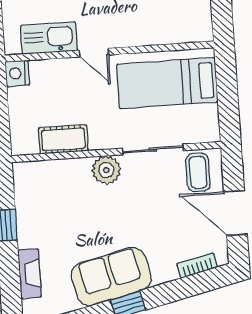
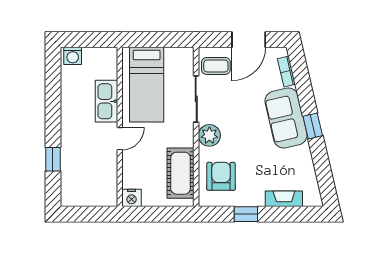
kitchen sink: (49, 38) -> (106, 101), moved
cot: (63, 139) -> (181, 173), width x1.37, depth x1.34
armchair: (54, 189) -> (221, 176), added
sofa: (111, 277) -> (286, 118), moved

